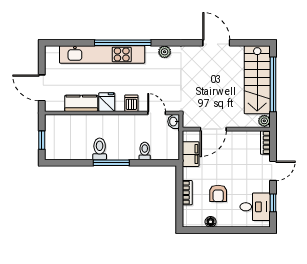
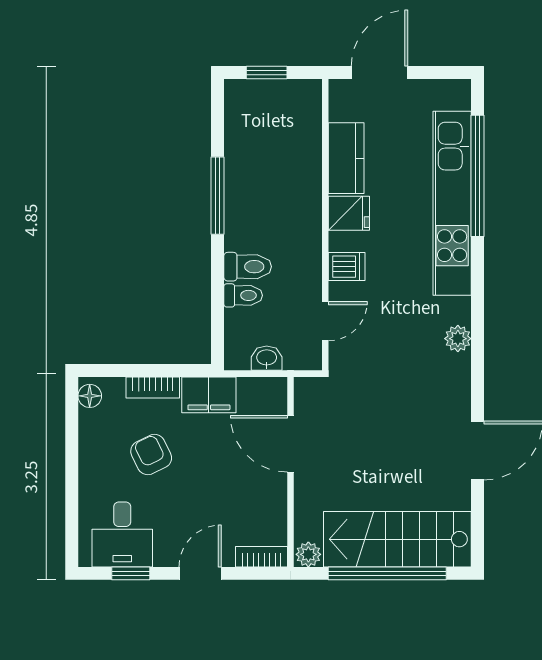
window: (123, 43) -> (477, 176), moved
washbasin: (174, 122) -> (267, 358), moved
toilet: (100, 149) -> (248, 267), moved
filing cabinet: (191, 154) -> (209, 395), moved
window: (111, 163) -> (218, 196), moved
door: (273, 171) -> (200, 573), swing flipped
armchair: (218, 193) -> (151, 455), turned 64
floor lamp: (211, 222) -> (90, 396), moved

